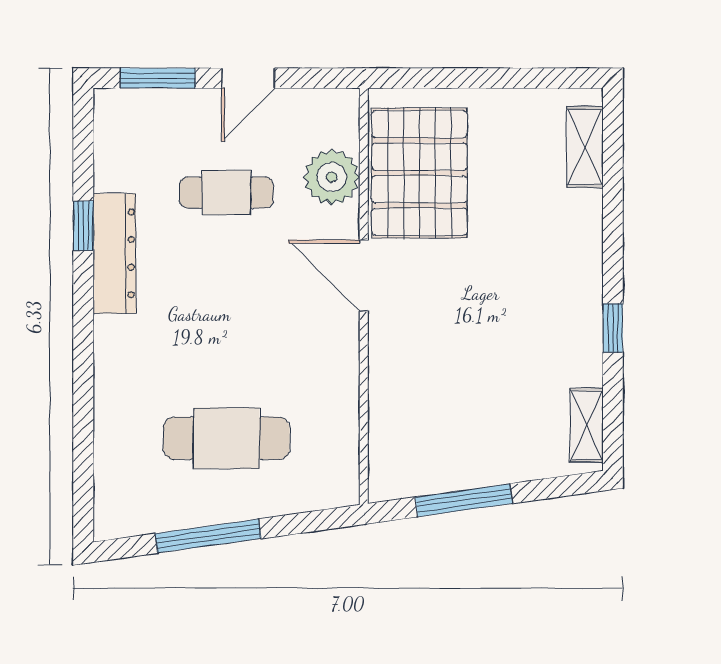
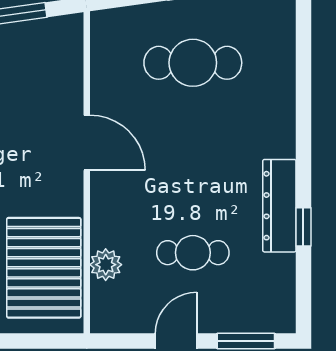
plant: (332, 177) -> (106, 265), width x0.73, depth x0.73
door: (364, 276) -> (87, 143), moved

